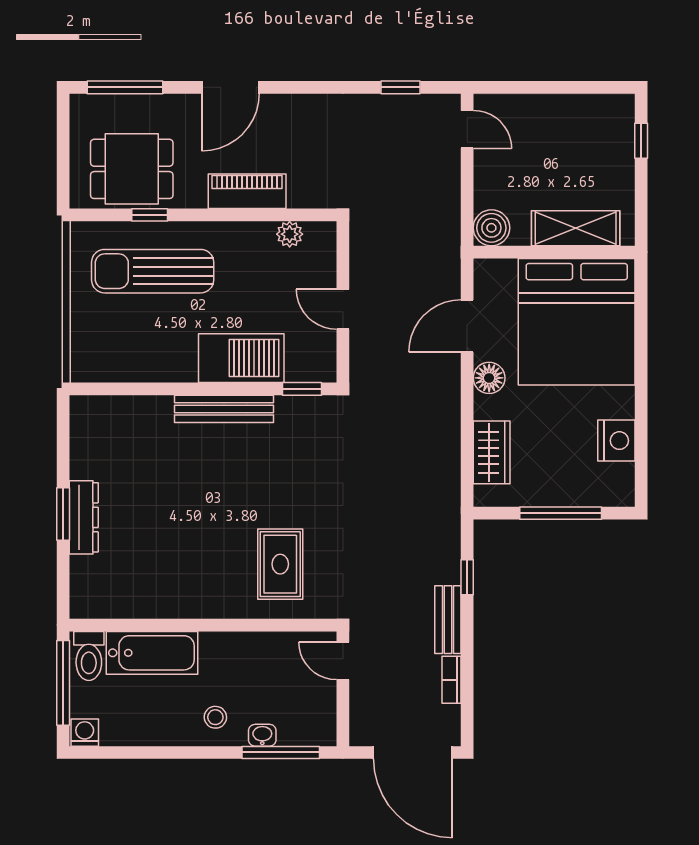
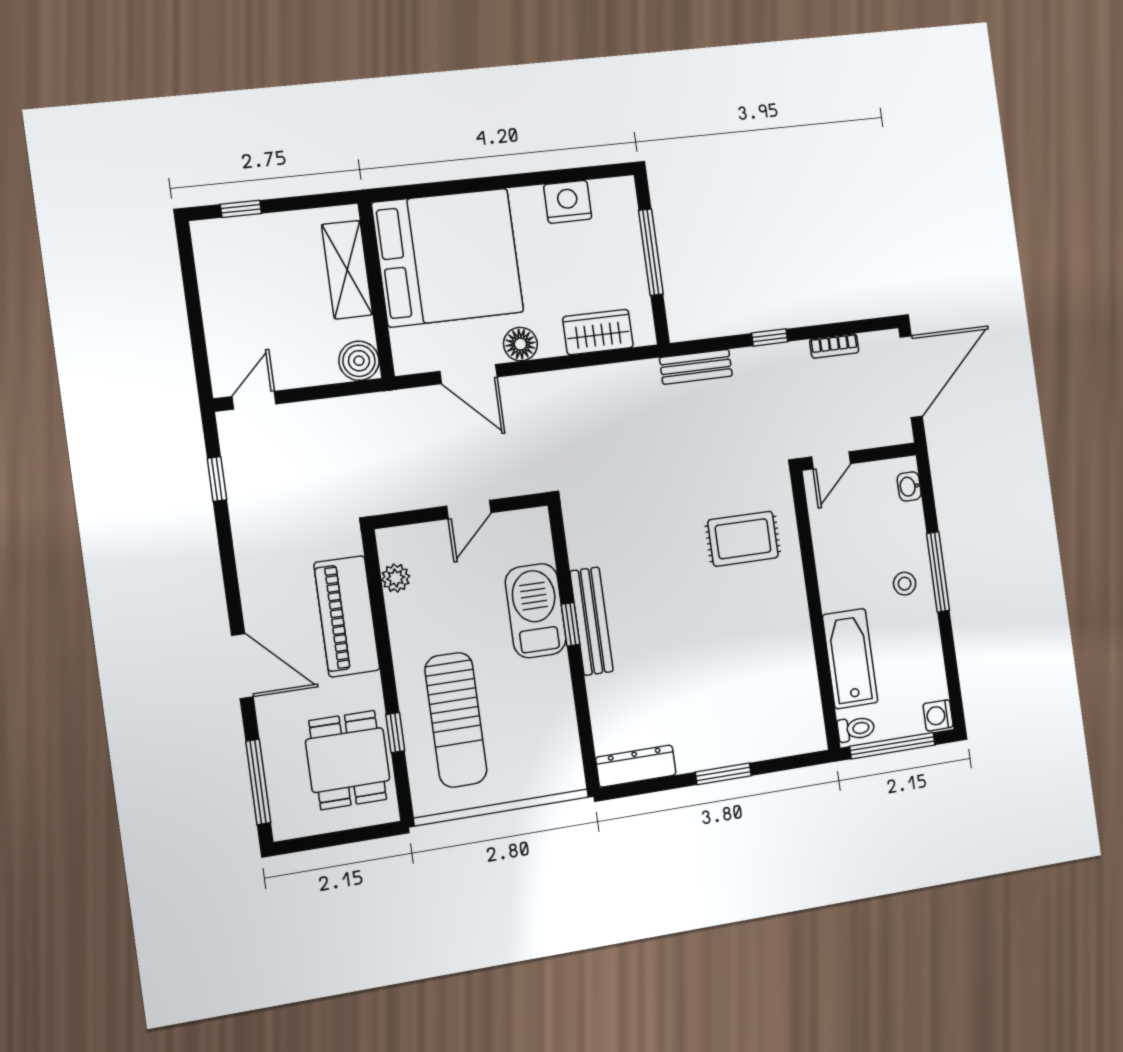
piano: (247, 191) -> (347, 616), width x1.37, depth x1.33
window: (302, 389) -> (571, 624), moved
dresser: (84, 517) -> (636, 766), moved
window: (467, 577) -> (770, 337), moved
bench: (448, 620) -> (696, 367), moved
toilet: (89, 656) -> (856, 729), width x0.73, depth x0.72
washbasin: (262, 735) -> (909, 486), moved
window: (281, 752) -> (938, 572), moved

